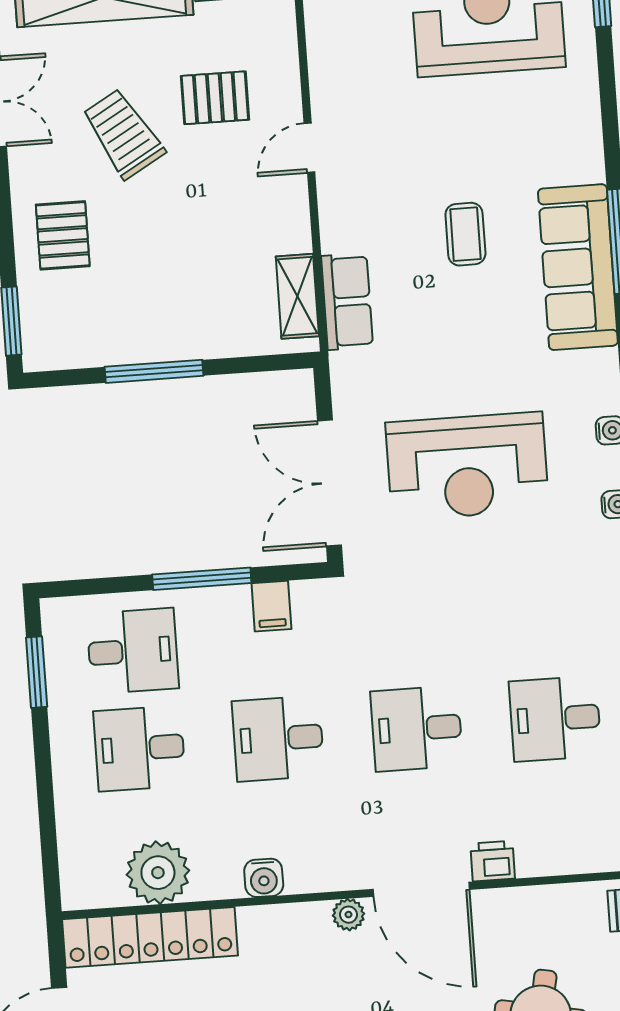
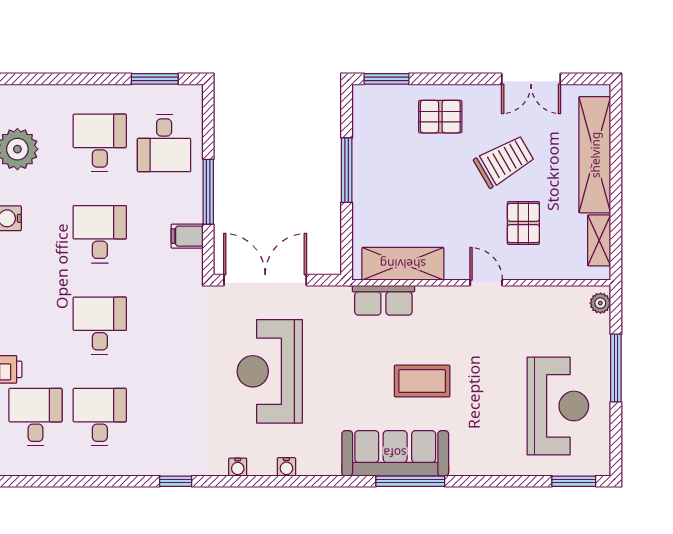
coffee table: (465, 234) -> (422, 381), width x1.36, depth x1.30
shelving: (297, 296) -> (403, 264), width x1.50, depth x1.33
desk: (562, 816) -> (35, 417), added

